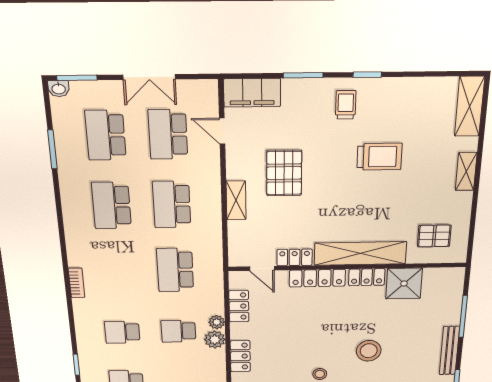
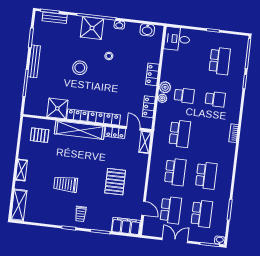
shelving: (236, 200) -> (145, 142), moved

